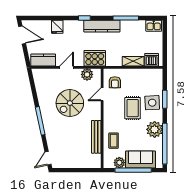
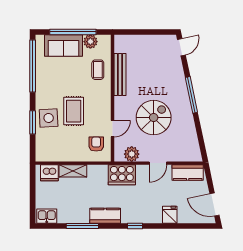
kitchen counter: (102, 26) -> (105, 216), width x0.67
plant: (155, 129) -> (46, 84), removed

